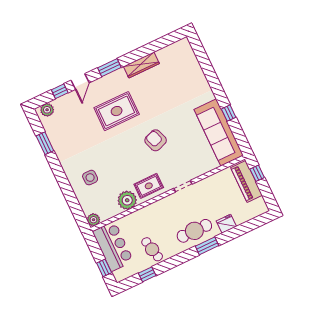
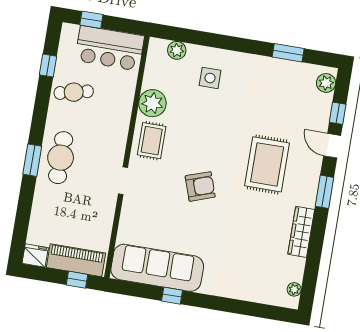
plant: (177, 46) -> (294, 289), added
plant: (93, 220) -> (177, 50), moved
fridge: (226, 224) -> (35, 256), moved, turned -90

